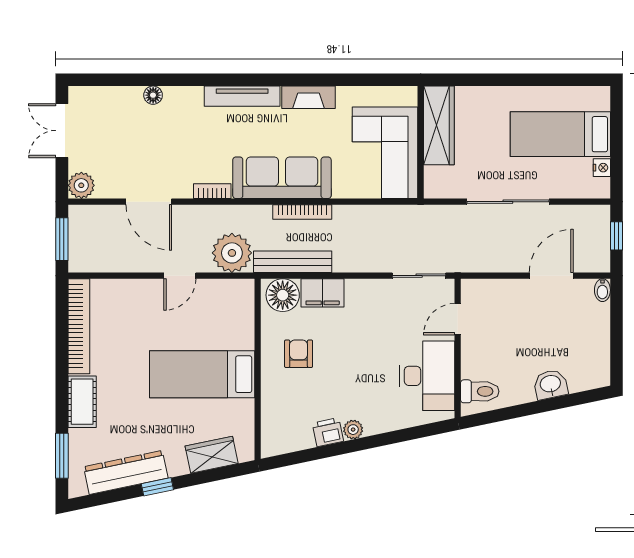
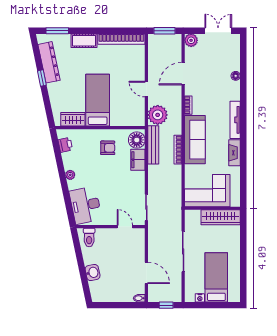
desk: (427, 376) -> (86, 205), moved, turned 78
printer: (328, 432) -> (65, 145), moved
wardrobe: (212, 455) -> (73, 119), moved, turned -78

